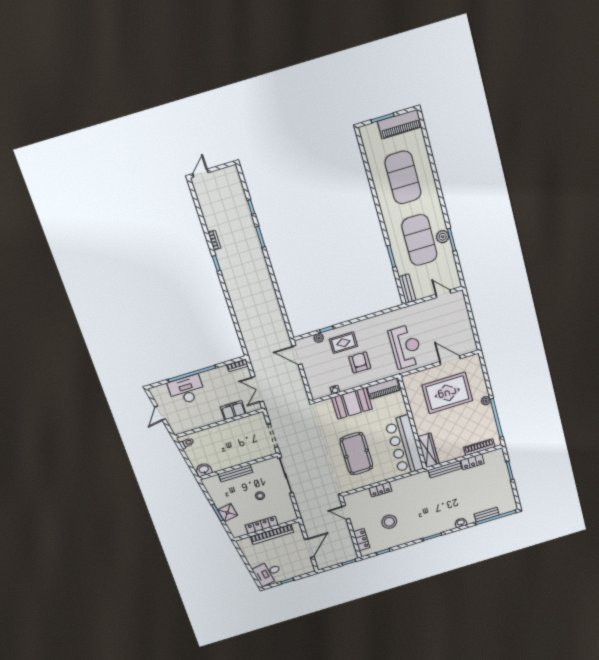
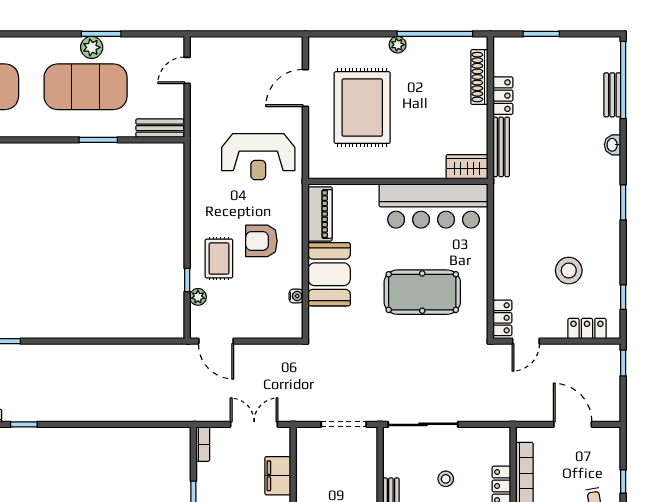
reception desk: (406, 347) -> (258, 157), turned 180
door: (297, 355) -> (216, 341), hinge flipped
double door: (257, 389) -> (254, 424), swing flipped
wardrobe: (428, 450) -> (467, 167), width x0.67
locker: (380, 489) -> (502, 318), moved

